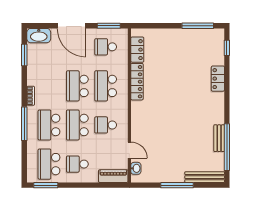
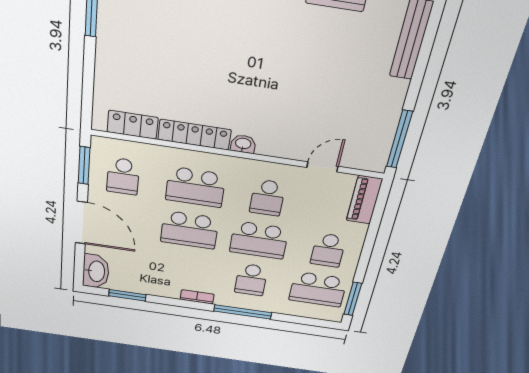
door: (71, 26) -> (81, 223), hinge flipped
school desk: (49, 125) -> (251, 280), width x0.54
washbasin: (136, 168) -> (243, 144), moved
window: (177, 185) -> (399, 139), moved

